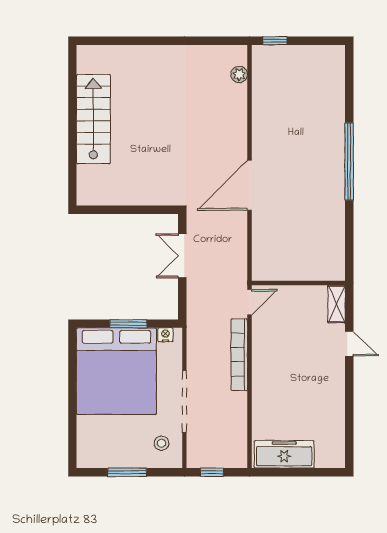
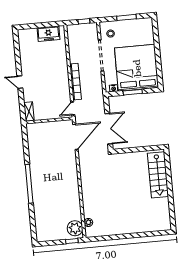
plant: (267, 65) -> (75, 228), added
stairs: (93, 119) -> (158, 175), moved
door: (249, 185) -> (75, 137), moved
double door: (182, 256) -> (109, 129), width x1.37
door: (349, 344) -> (20, 82), moved
freezer: (284, 454) -> (48, 34), width x0.71

